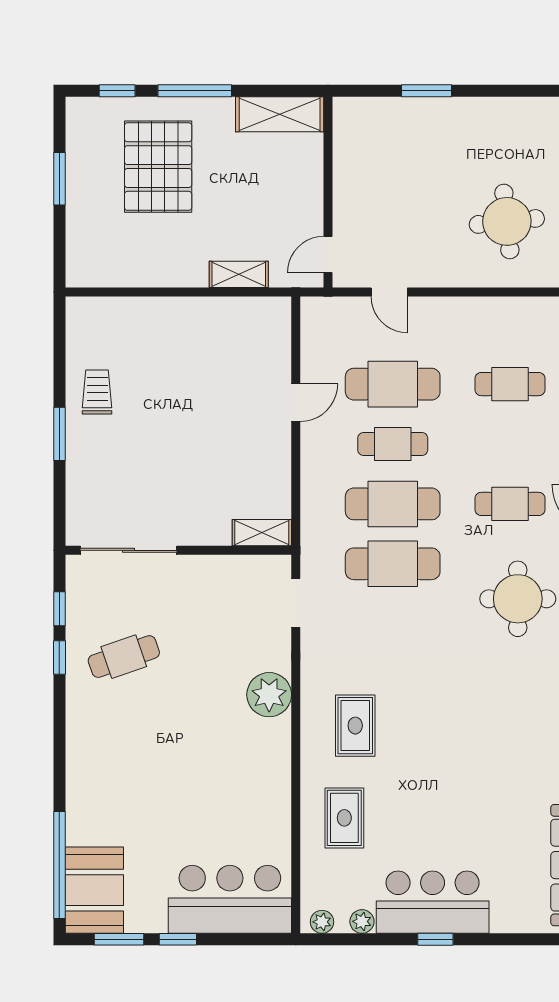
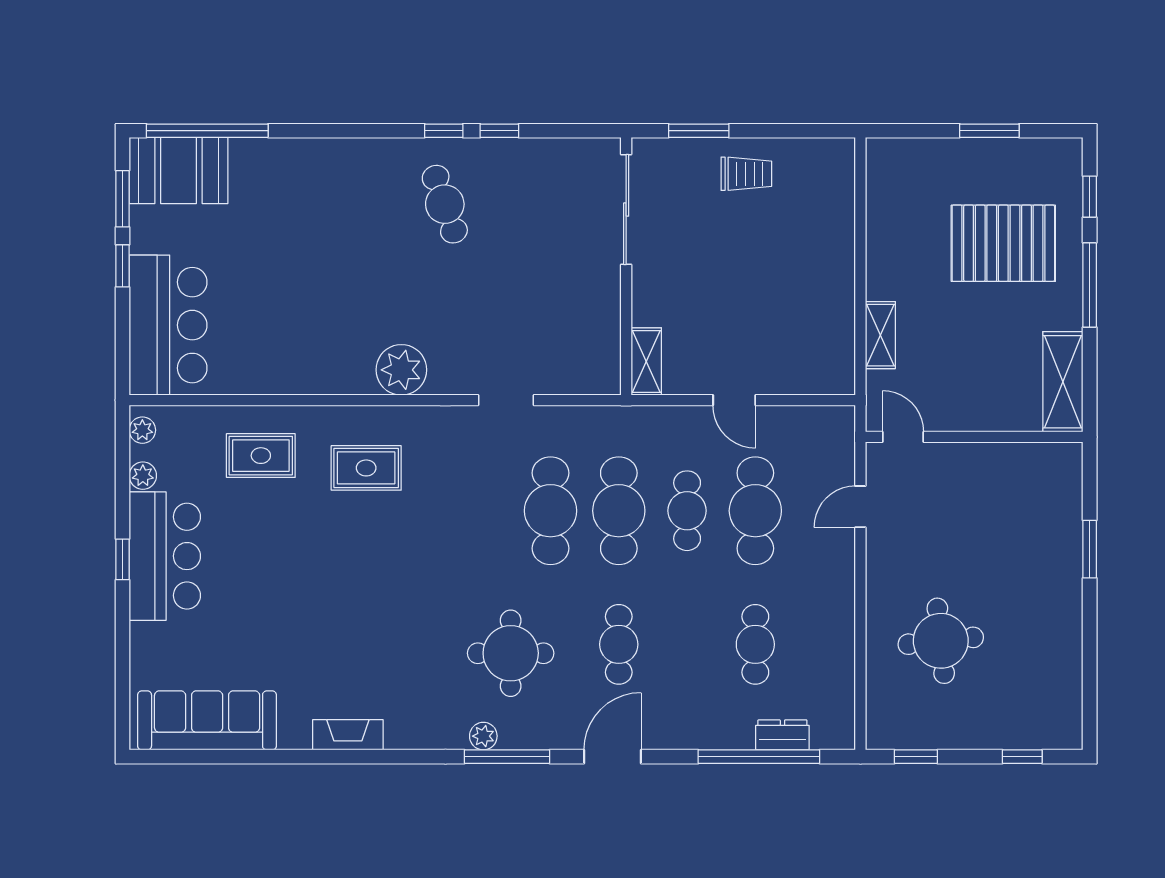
shelving: (262, 533) -> (646, 362), moved
sliding door: (129, 550) -> (626, 210), moved
wall: (178, 550) -> (626, 266), moved

